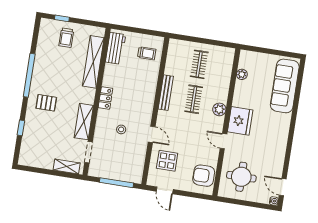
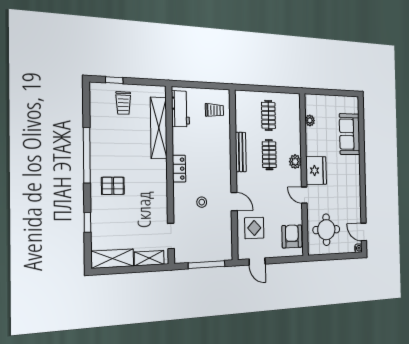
sofa: (285, 86) -> (350, 134), width x0.73
shelving: (84, 122) -> (112, 259), moved, turned 90
armchair: (204, 176) -> (292, 236), turned 90

